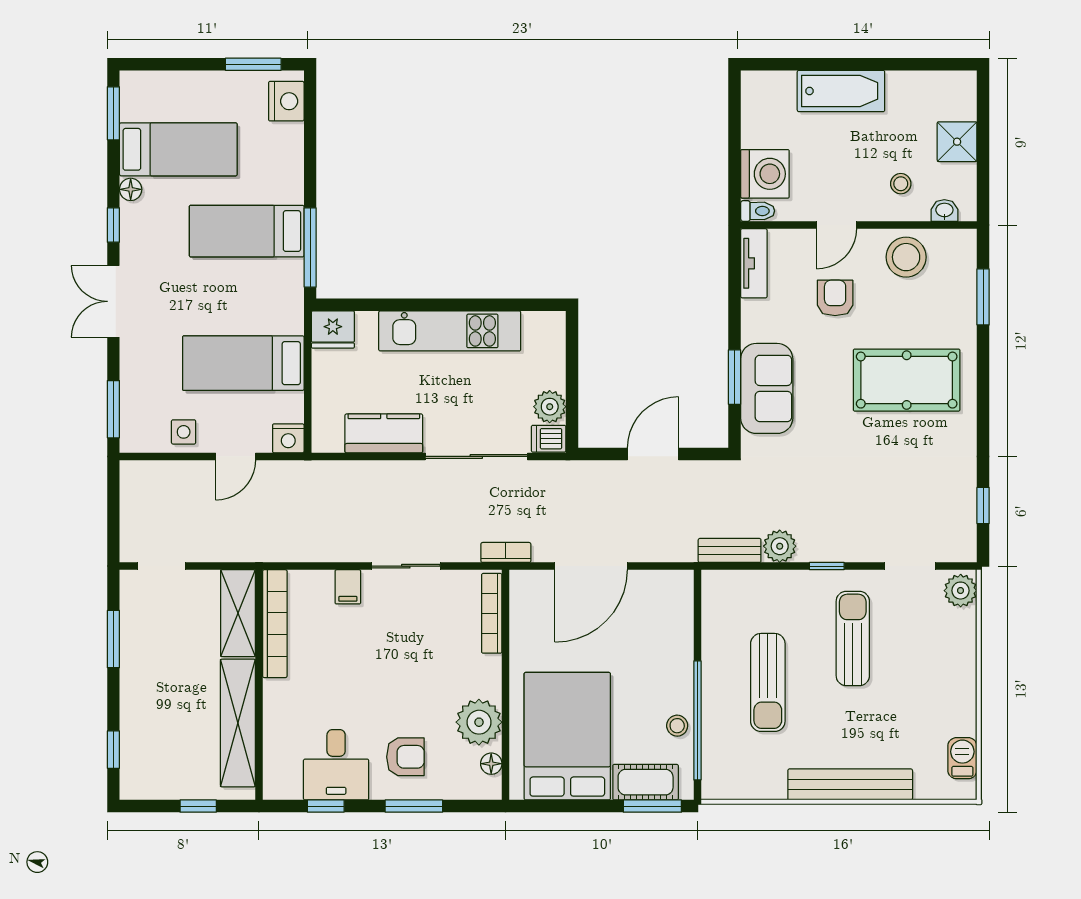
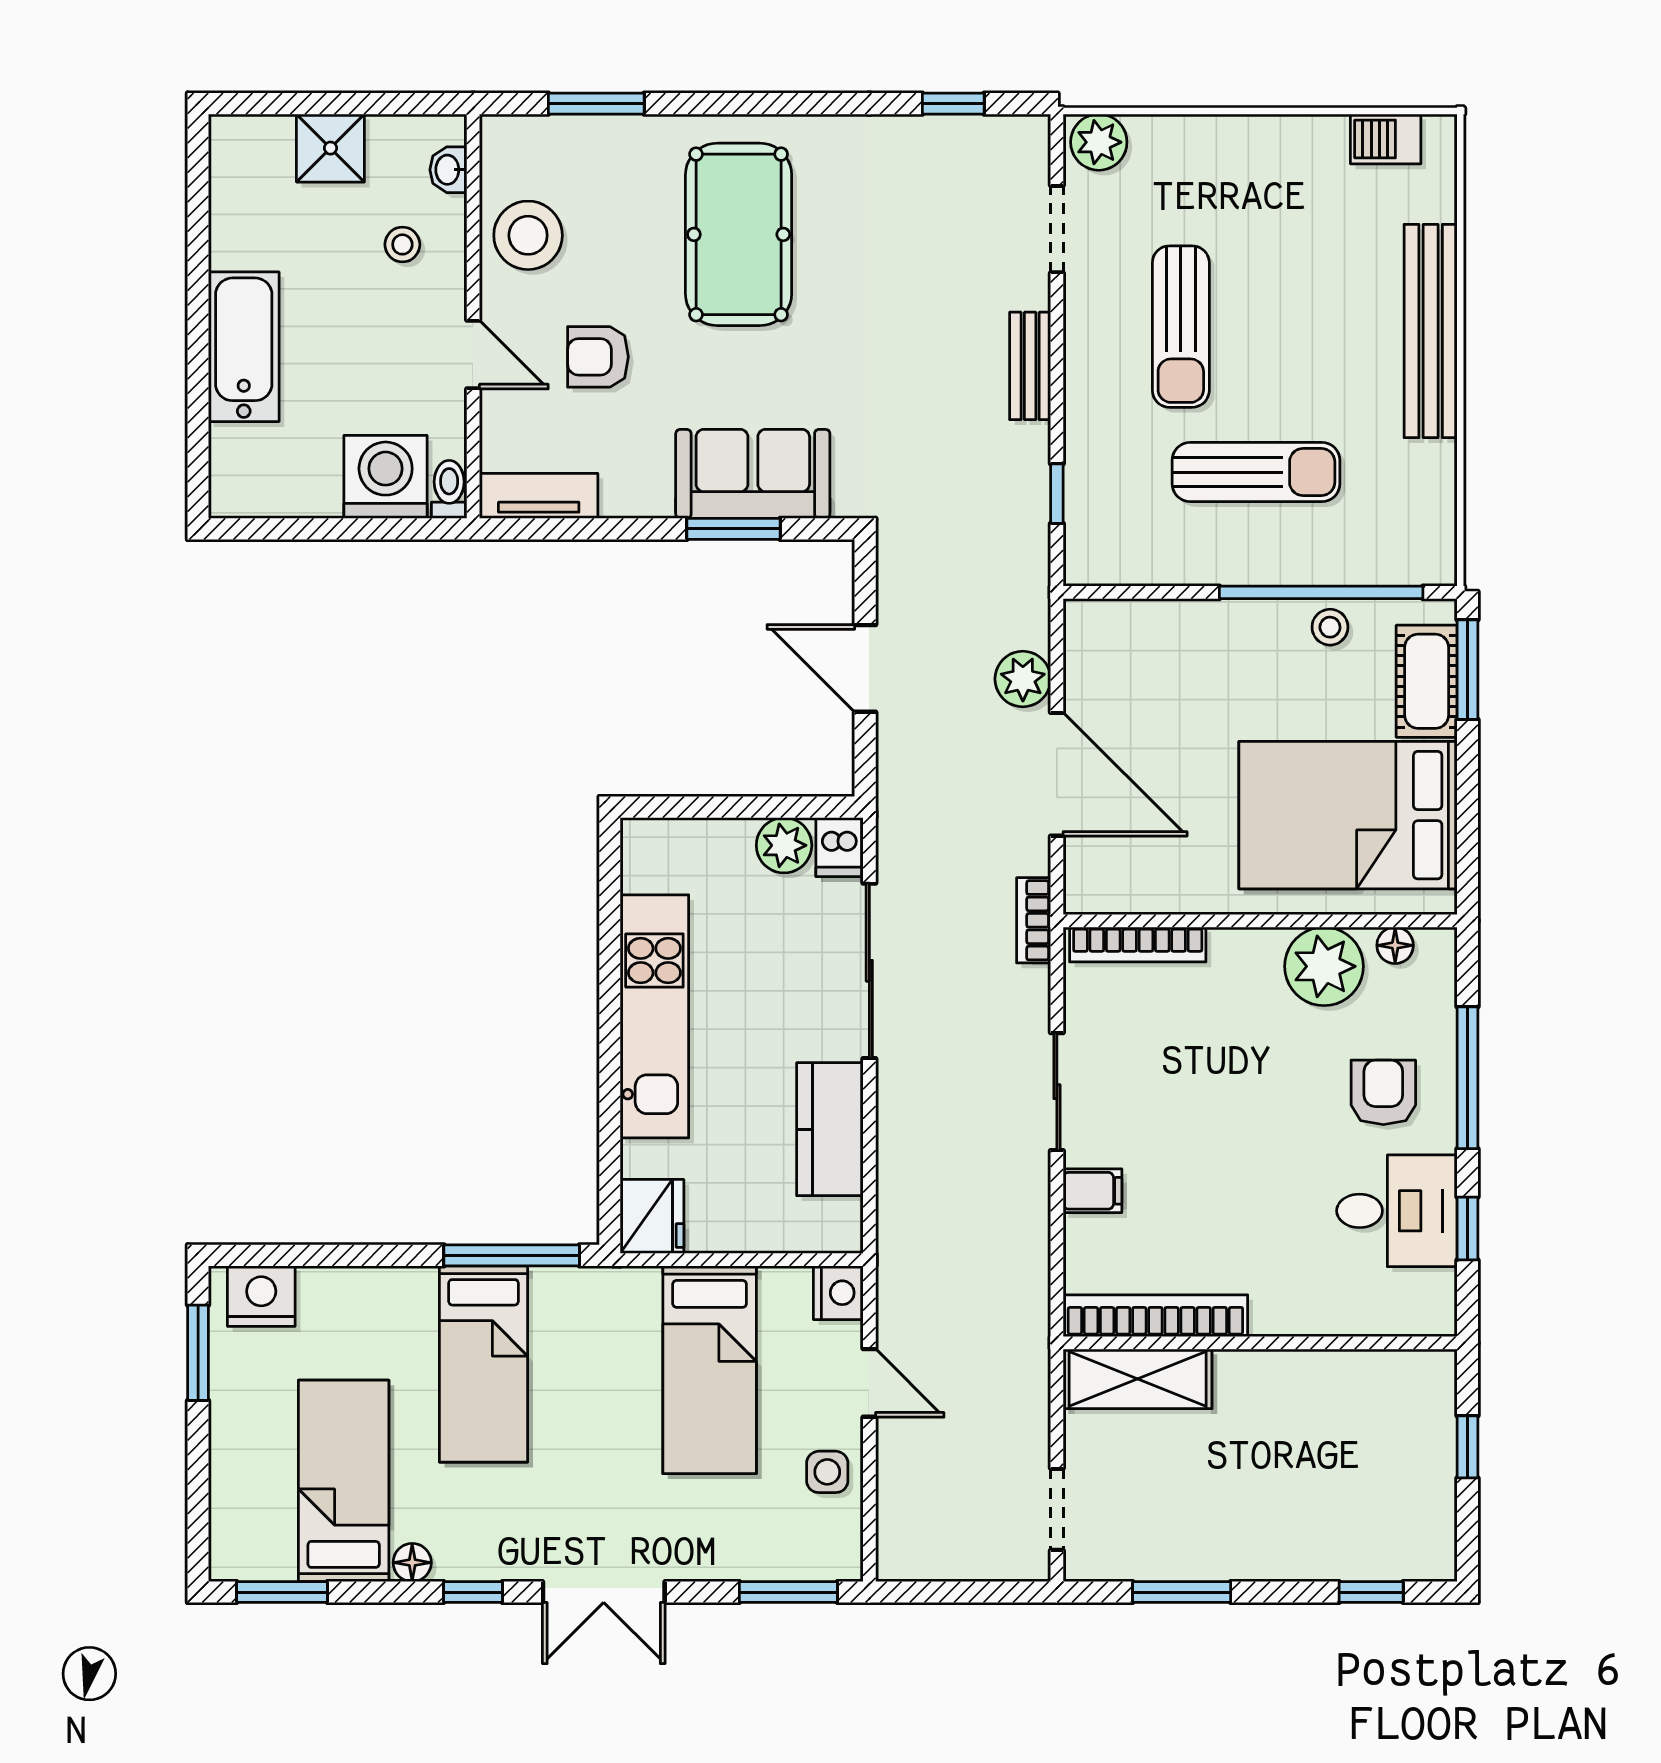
plant: (780, 546) -> (1023, 679), moved
bench: (730, 550) -> (1030, 366), moved
window: (827, 566) -> (1057, 494), moved
sun lounger: (853, 638) -> (1181, 327), turned -90
shelving: (238, 723) -> (1325, 1379), removed
window: (414, 806) -> (1468, 1078), width x1.44

